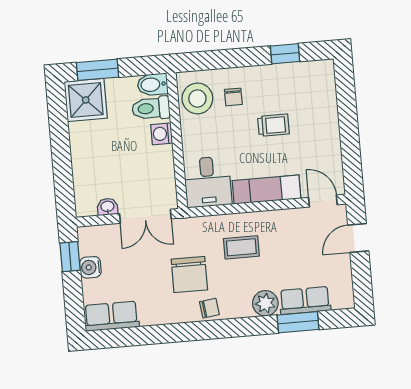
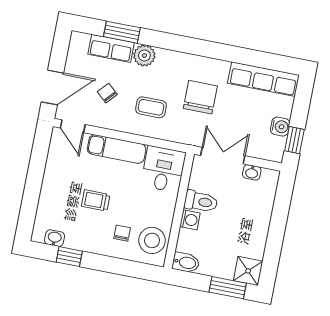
washbasin: (307, 70) -> (55, 238), added
shower: (86, 100) -> (248, 271), width x0.73, depth x0.73
toilet: (151, 108) -> (201, 202), moved
door: (358, 238) -> (52, 87), width x1.38
chair: (209, 308) -> (107, 93), moved, turned 49
row of seats: (111, 316) -> (263, 79), width x1.48

